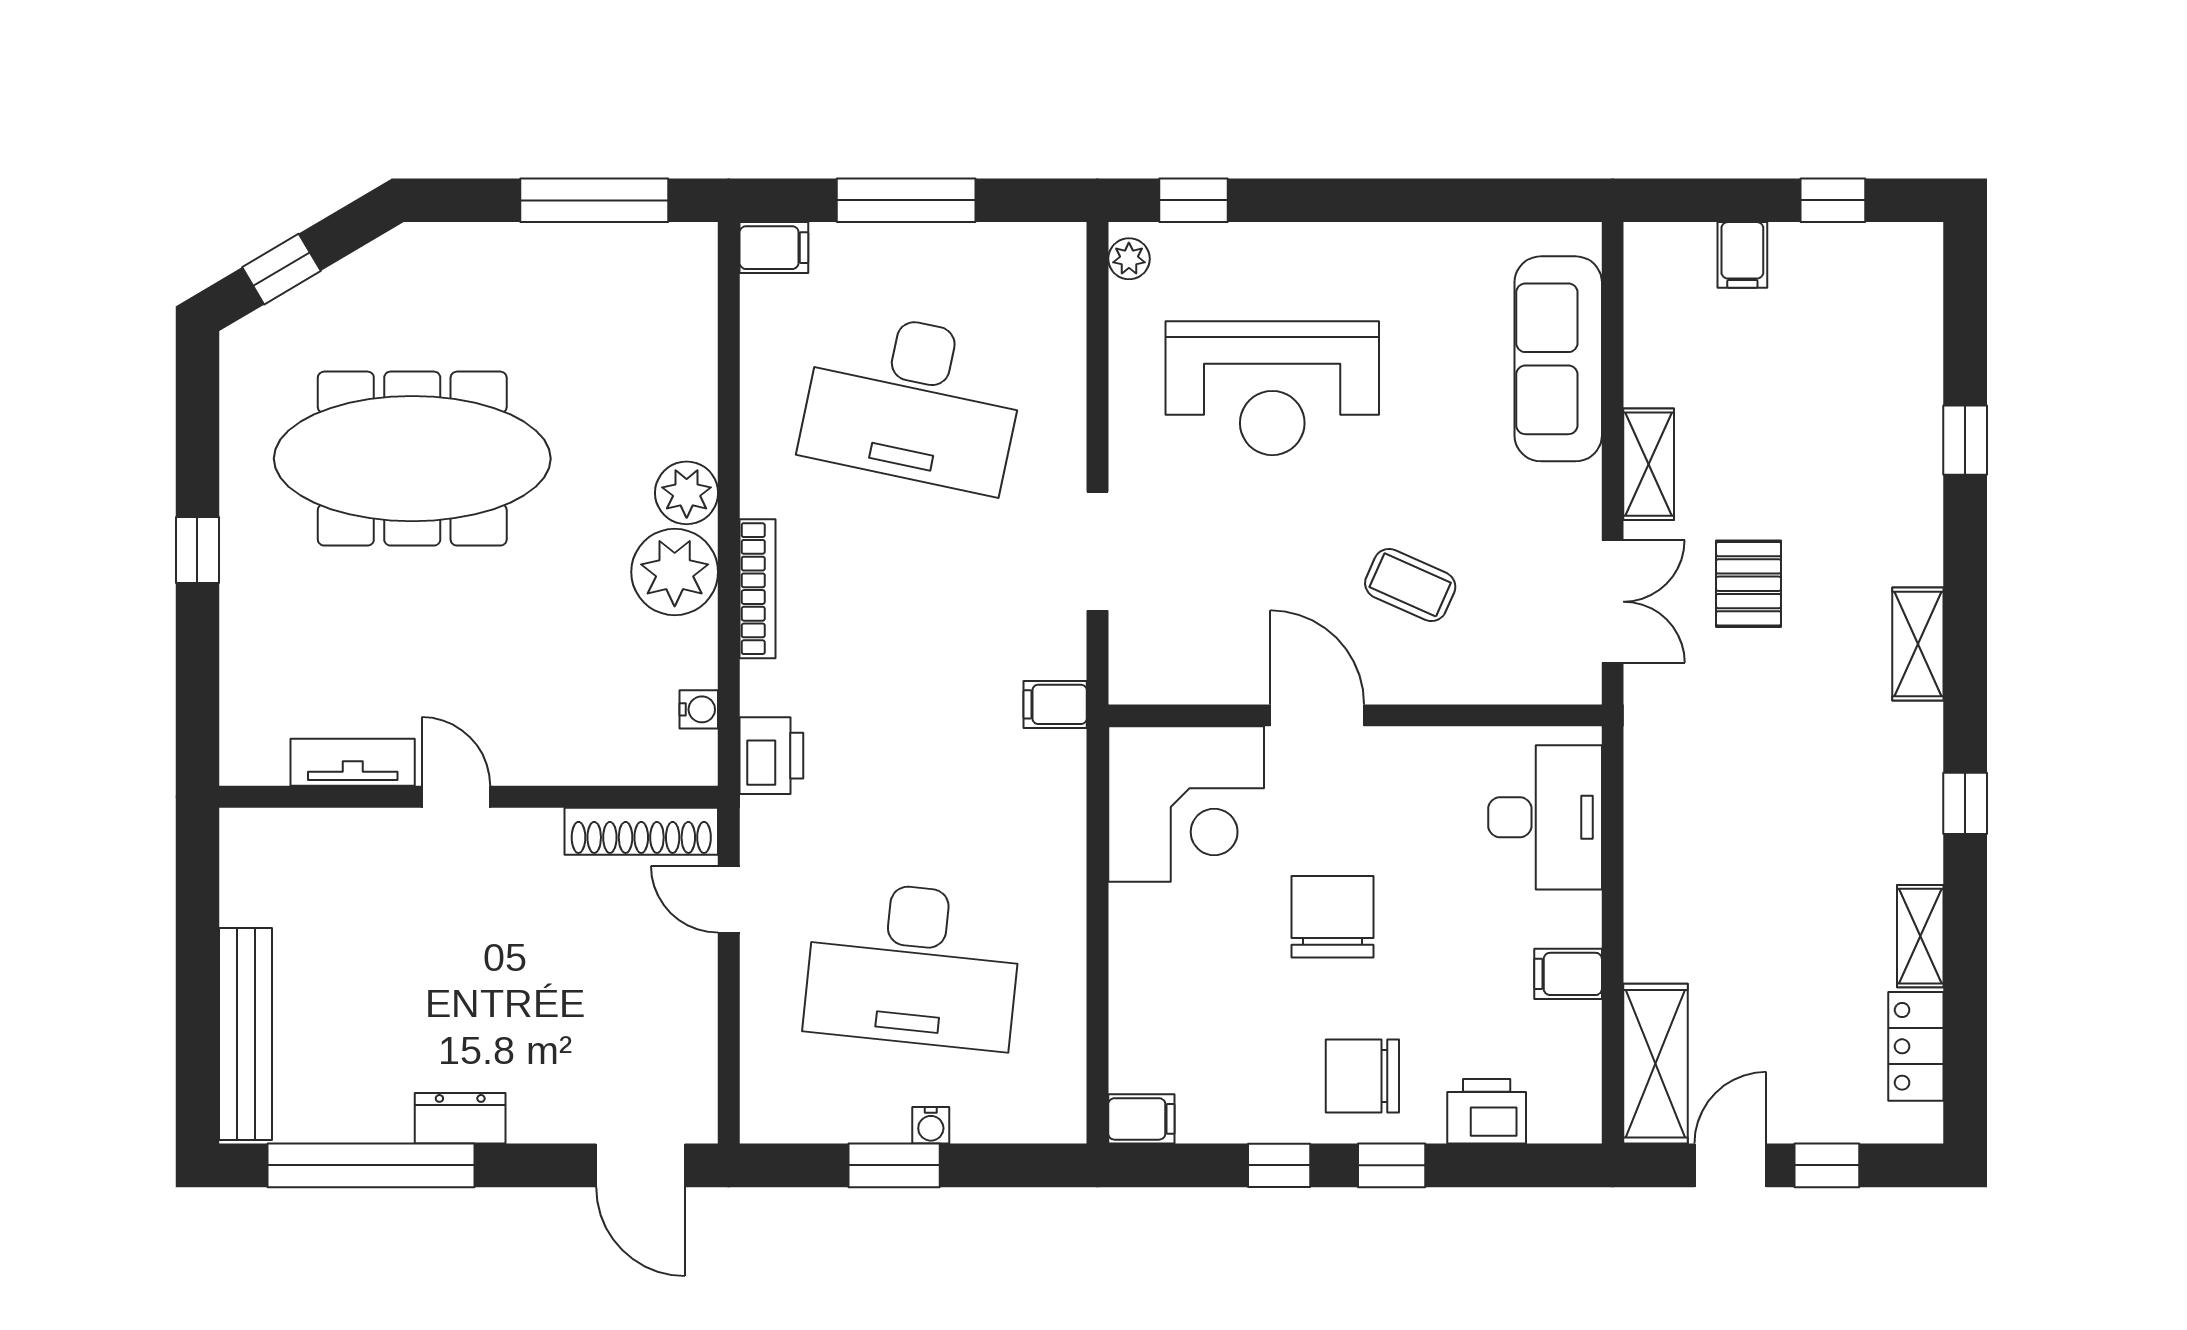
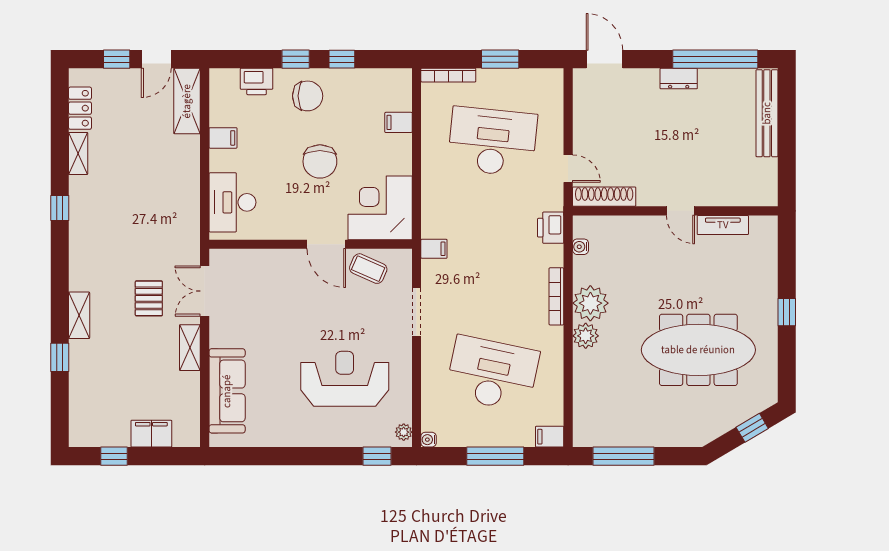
filing cabinet: (1742, 255) -> (151, 434), width x2.00
coffee table: (1410, 585) -> (368, 269), moved
shelving: (1918, 644) -> (79, 315), moved
filing cabinet: (1141, 1119) -> (398, 122), moved
water cooler: (931, 1125) -> (429, 440), moved, turned -90
bookcase: (1020, 1127) -> (448, 75), added

